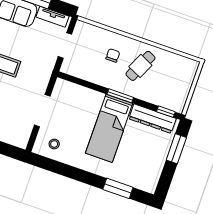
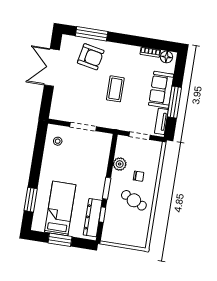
plant: (94, 75) -> (120, 164), added
window: (166, 112) -> (102, 215), moved
bed: (109, 128) -> (60, 208), moved, turned 90
window: (176, 149) -> (60, 240), moved

